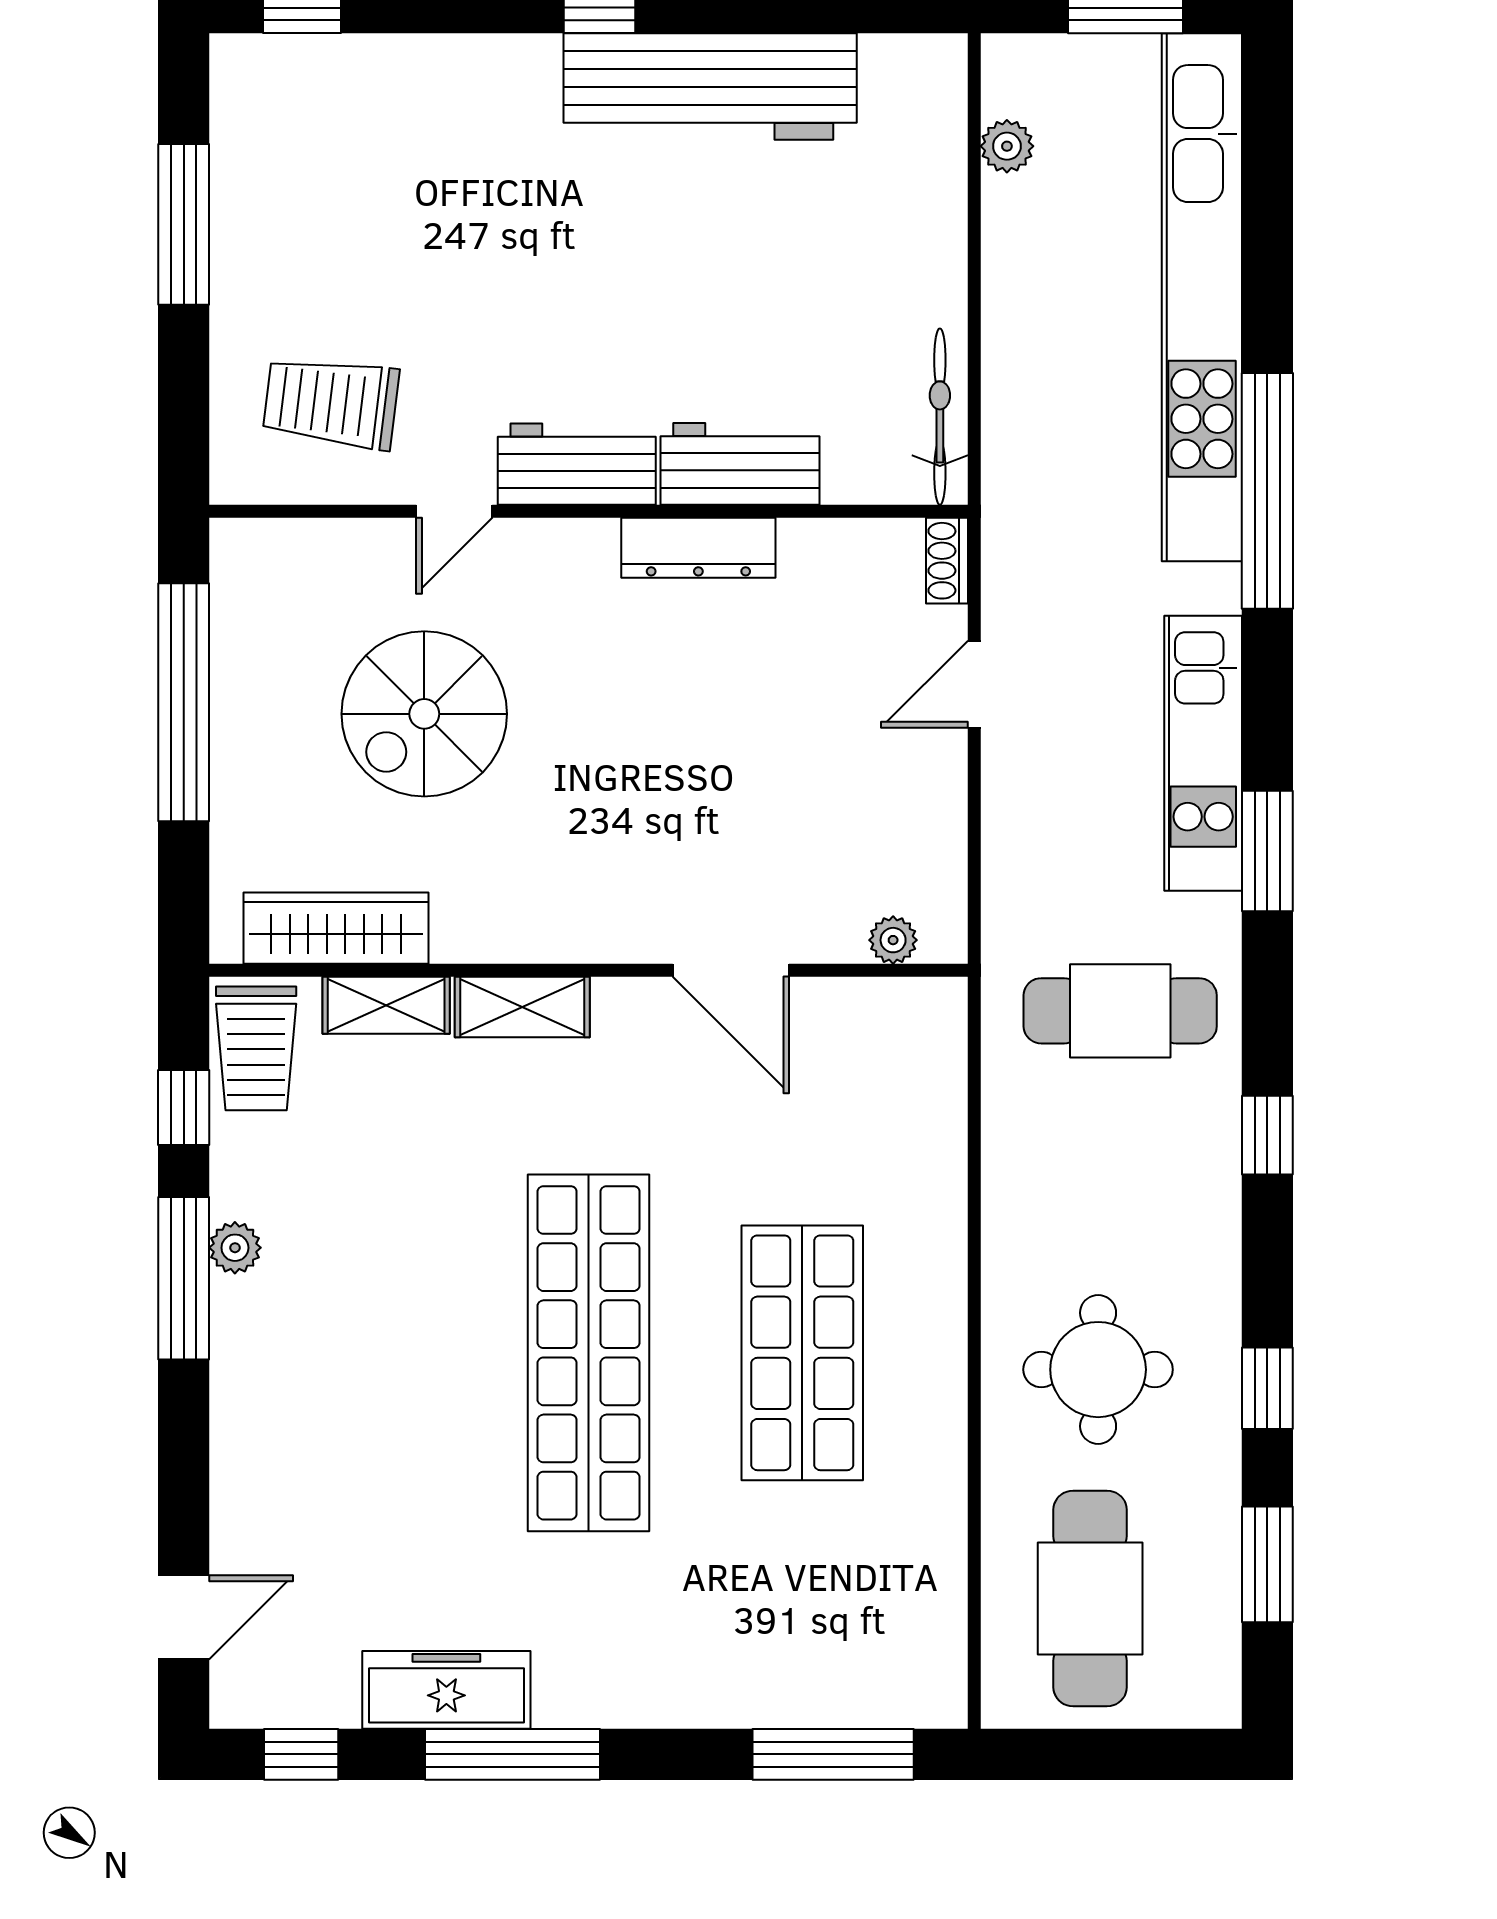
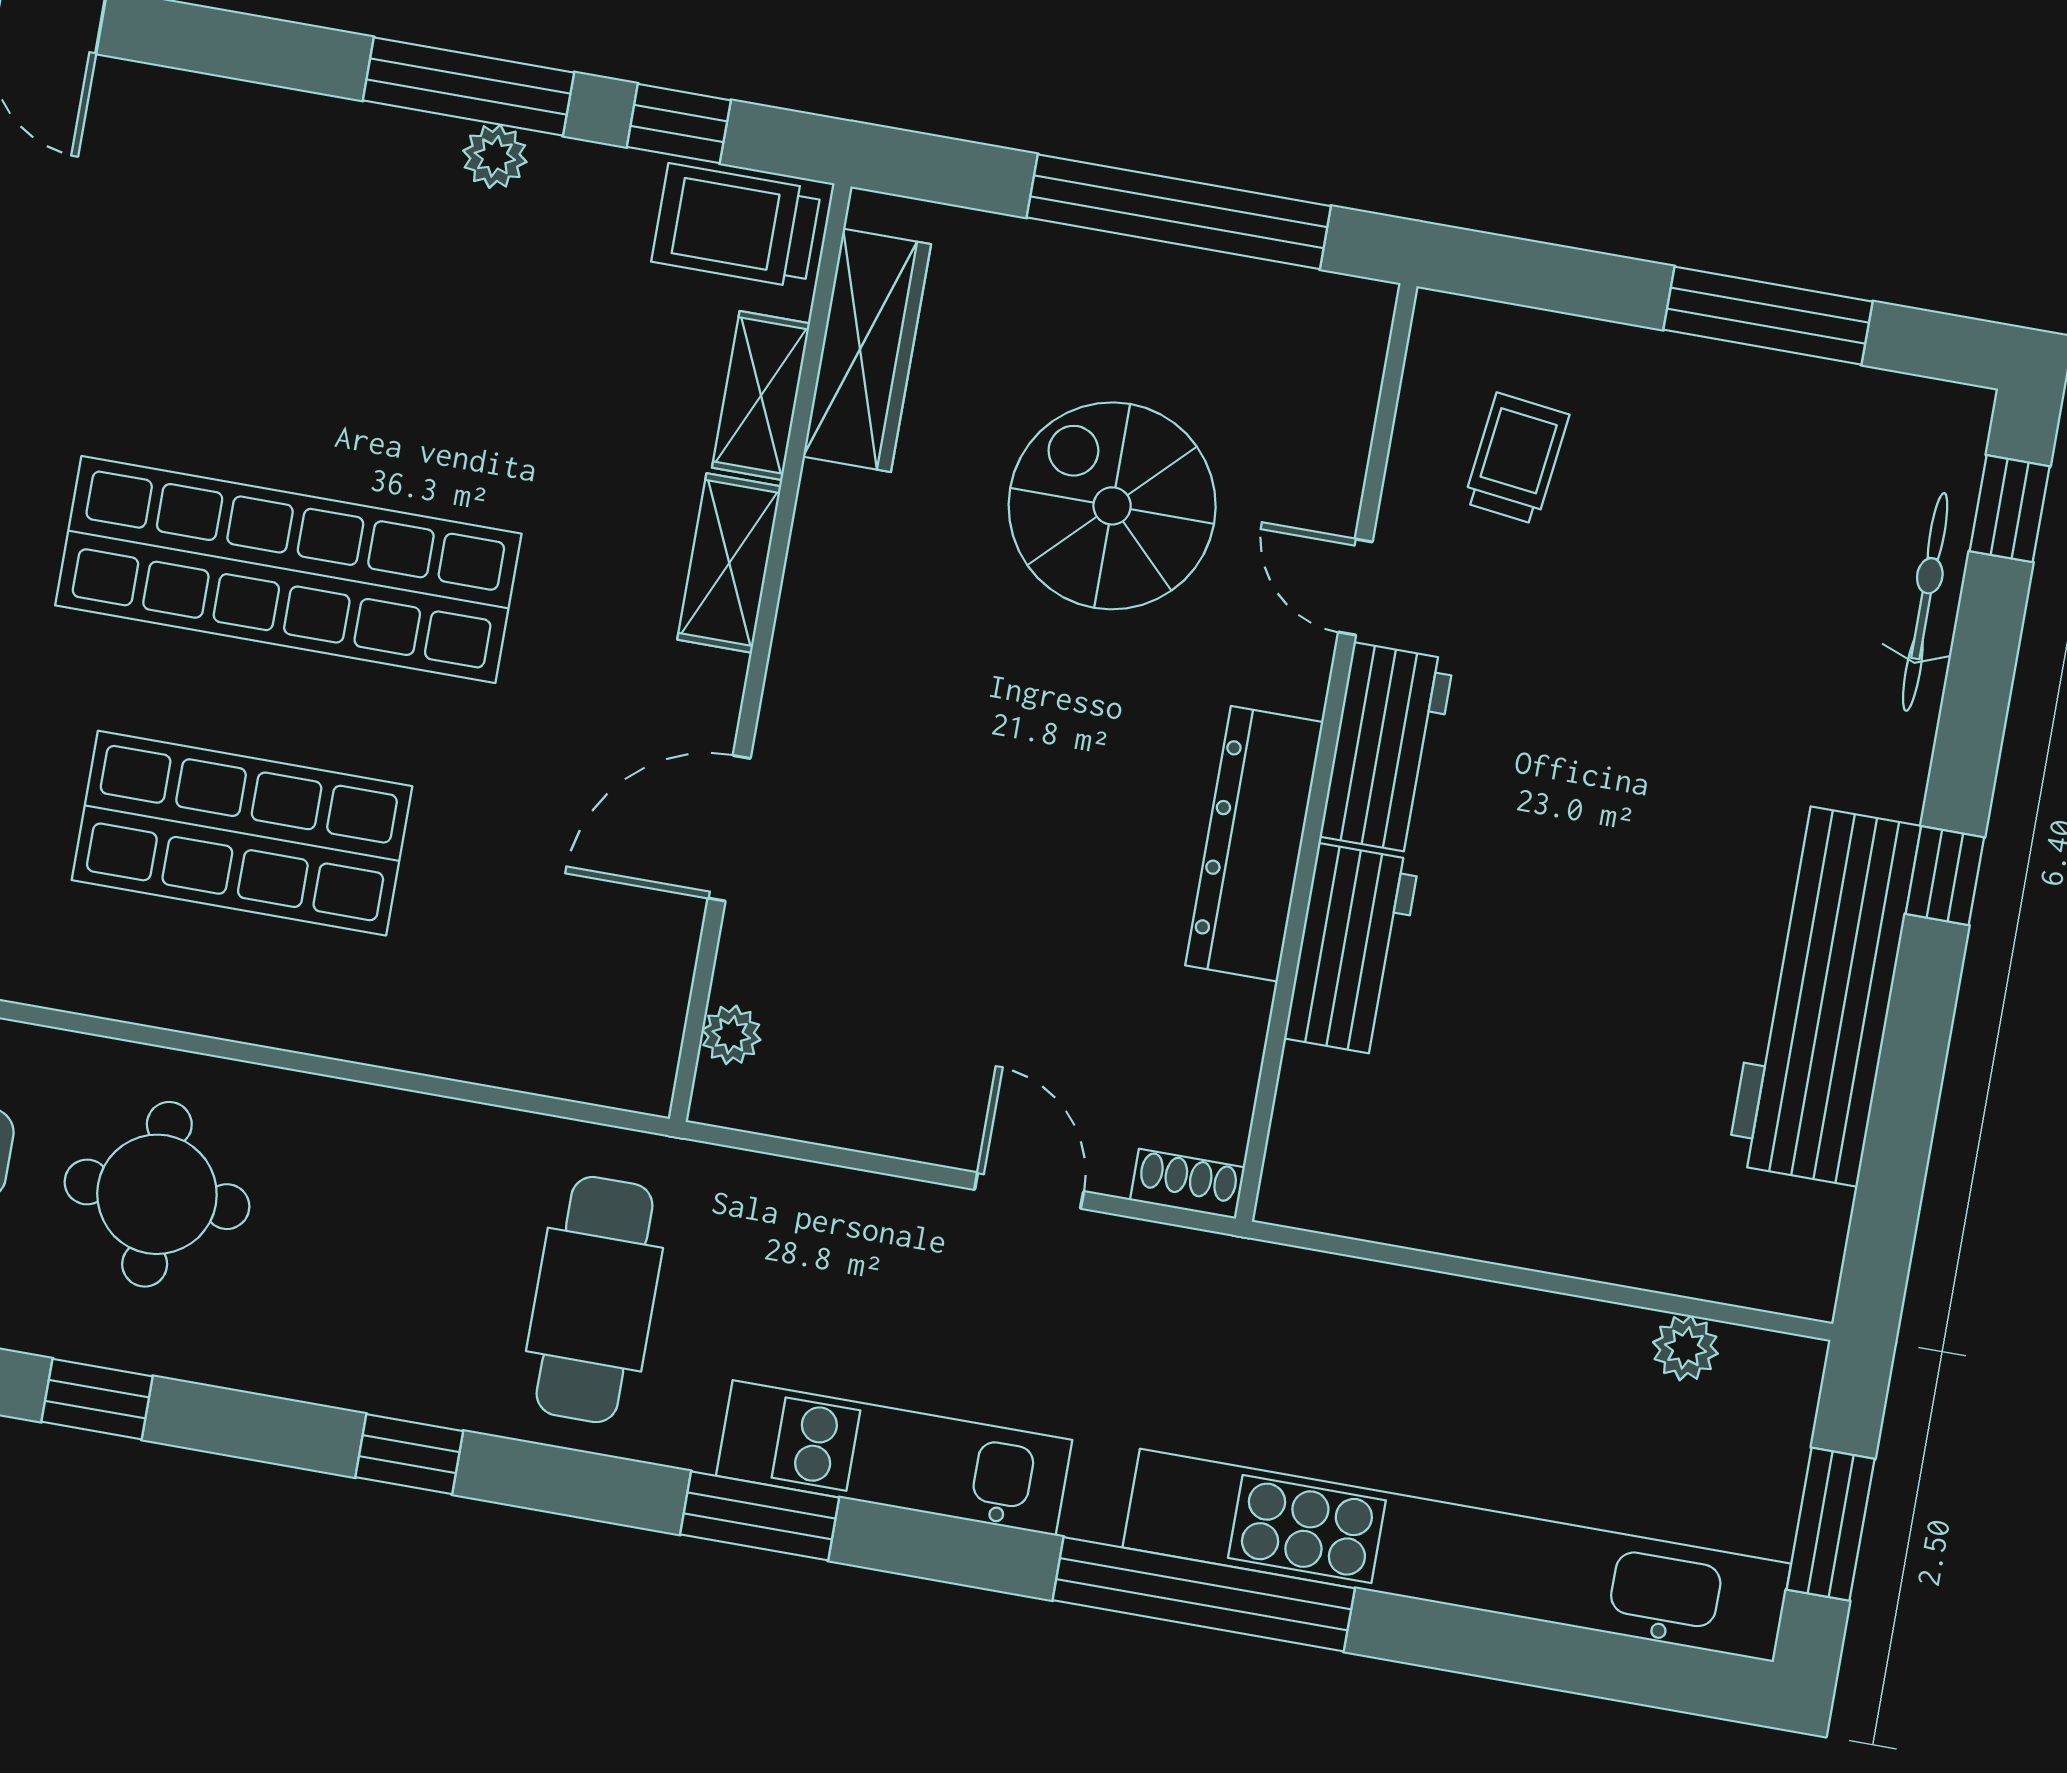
trolley: (331, 403) -> (1516, 459), width x0.73, depth x0.72
bicycle: (940, 417) -> (1925, 602), moved, turned -90
dresser: (698, 548) -> (1254, 844), width x1.37, depth x1.24

